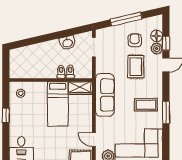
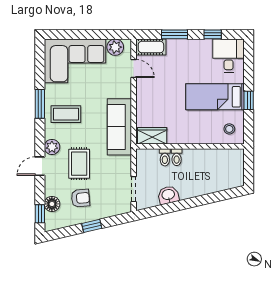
window: (126, 19) -> (92, 226), width x0.46
armchair: (135, 40) -> (80, 198), turned -95
window: (166, 43) -> (40, 214), moved
plant: (157, 49) -> (52, 147), moved
bed: (58, 104) -> (215, 97), moved, turned -90

